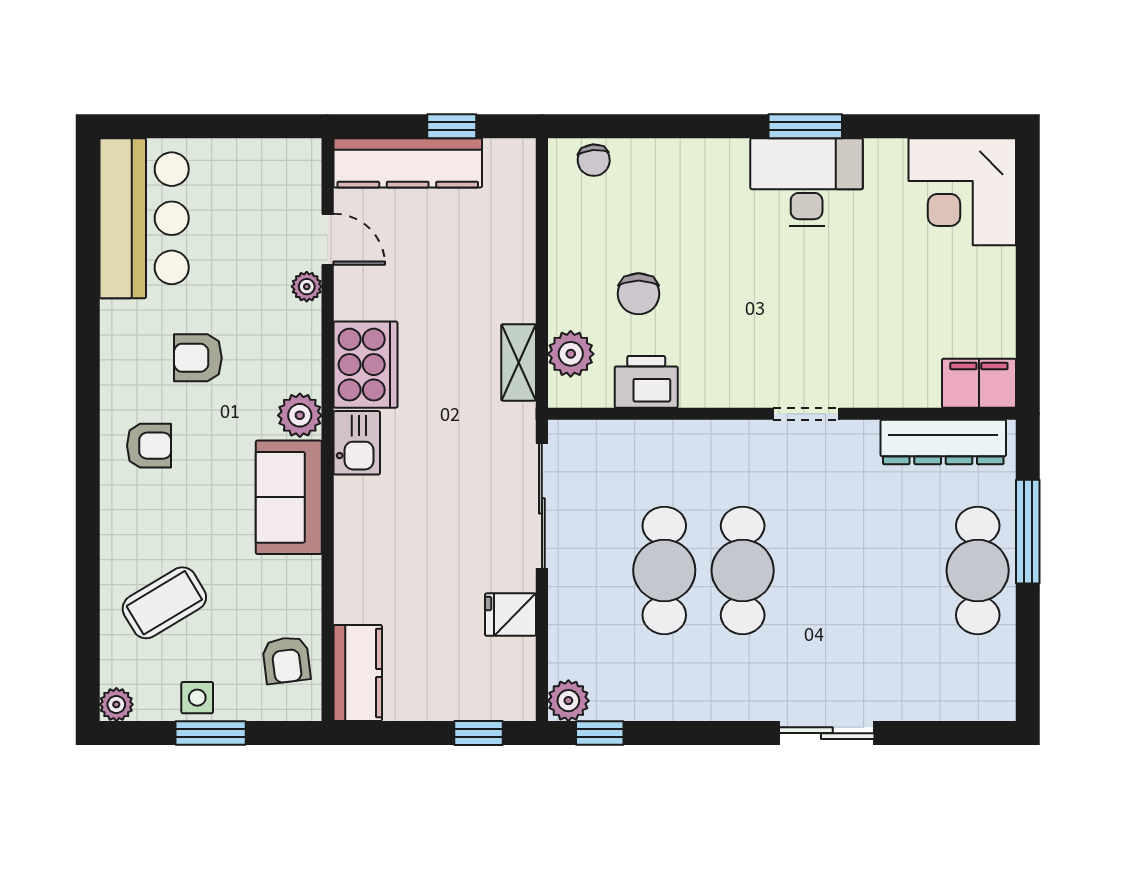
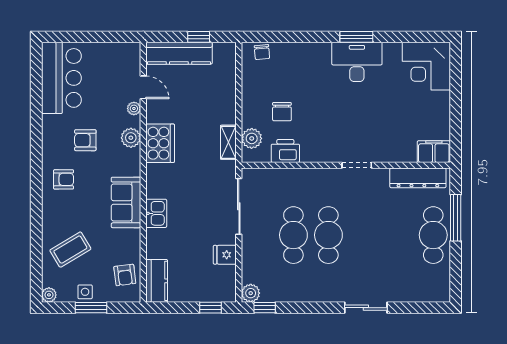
plant: (300, 415) -> (131, 138), moved
kitchen sink: (357, 443) -> (156, 213), moved

